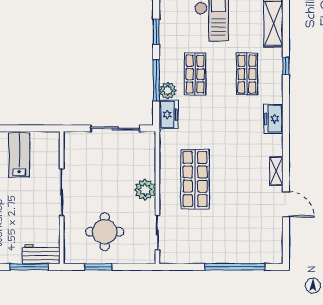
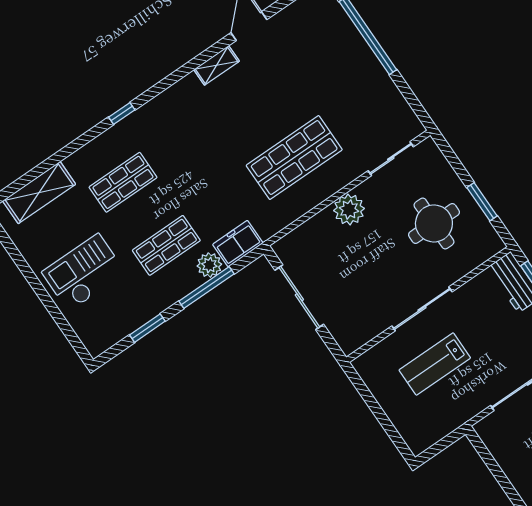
window: (286, 66) -> (122, 113), moved
freezer: (273, 119) -> (155, 113), removed
lab bench: (19, 155) -> (435, 364), moved

